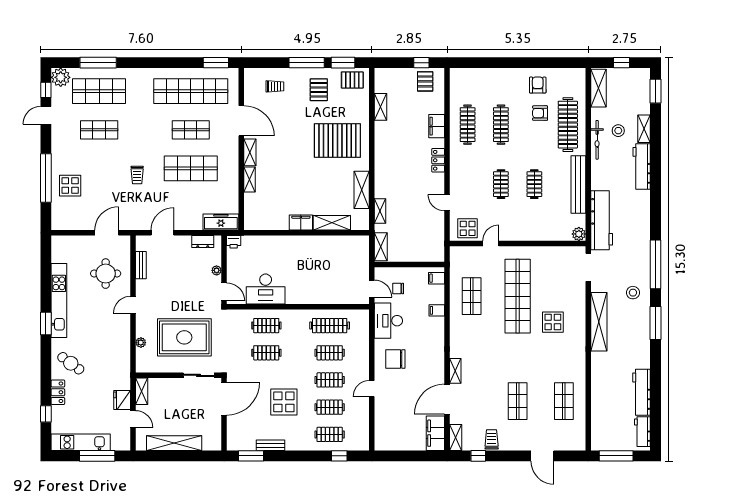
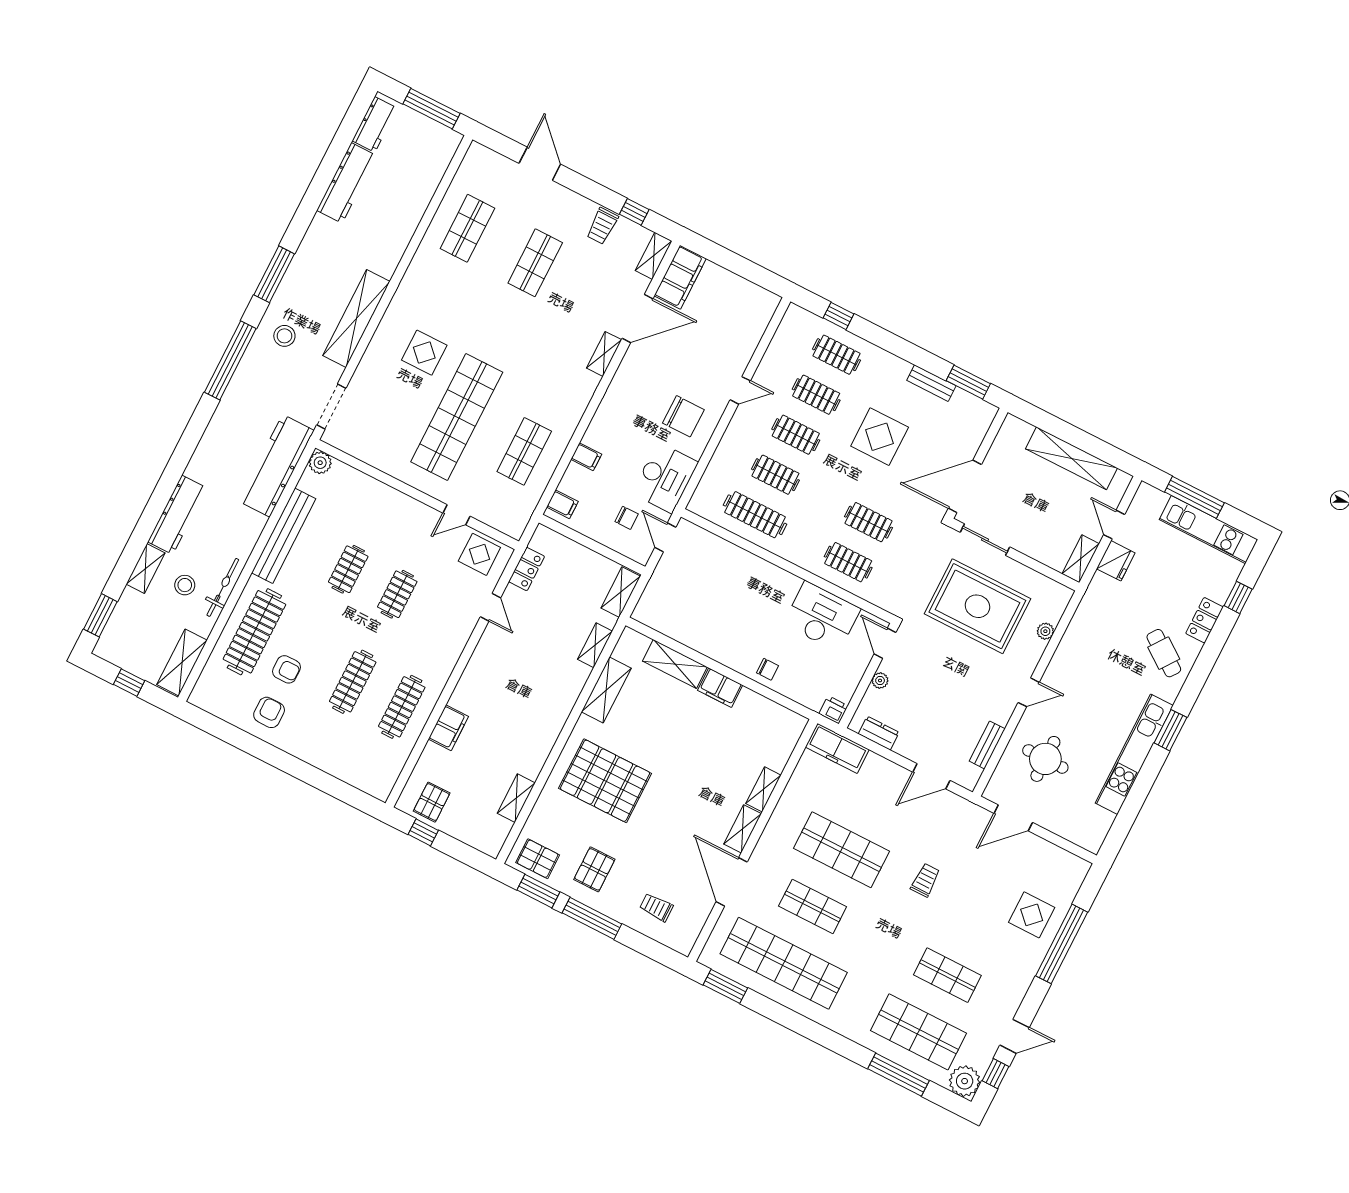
armchair: (538, 85) -> (269, 712), turned 180
locker: (438, 160) -> (527, 569), moved
chair: (280, 245) -> (767, 669), added

